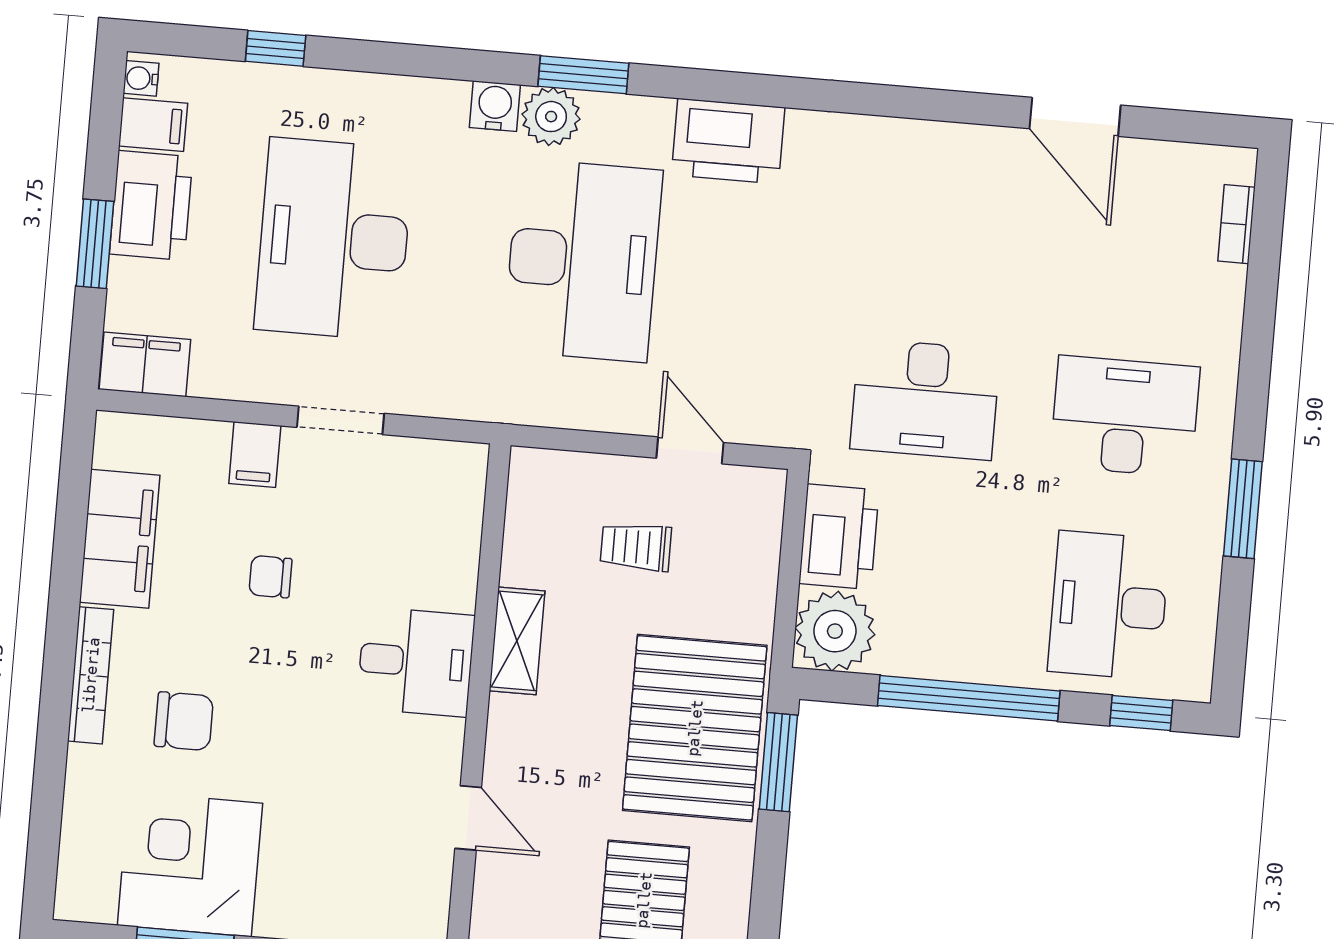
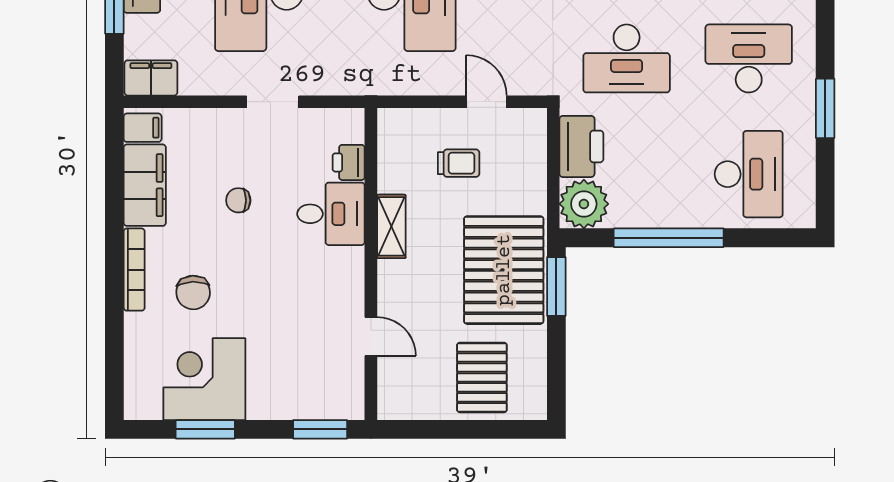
filing cabinet: (255, 454) -> (143, 128), moved, turned -90
printer: (456, 530) -> (349, 162), added
trolley: (636, 547) -> (459, 163), turned 180
desk: (1109, 605) -> (749, 174), turned 180
desk: (416, 662) -> (331, 214), moved
window: (1141, 713) -> (774, 238), removed
chair: (184, 721) -> (193, 293), turned 88

